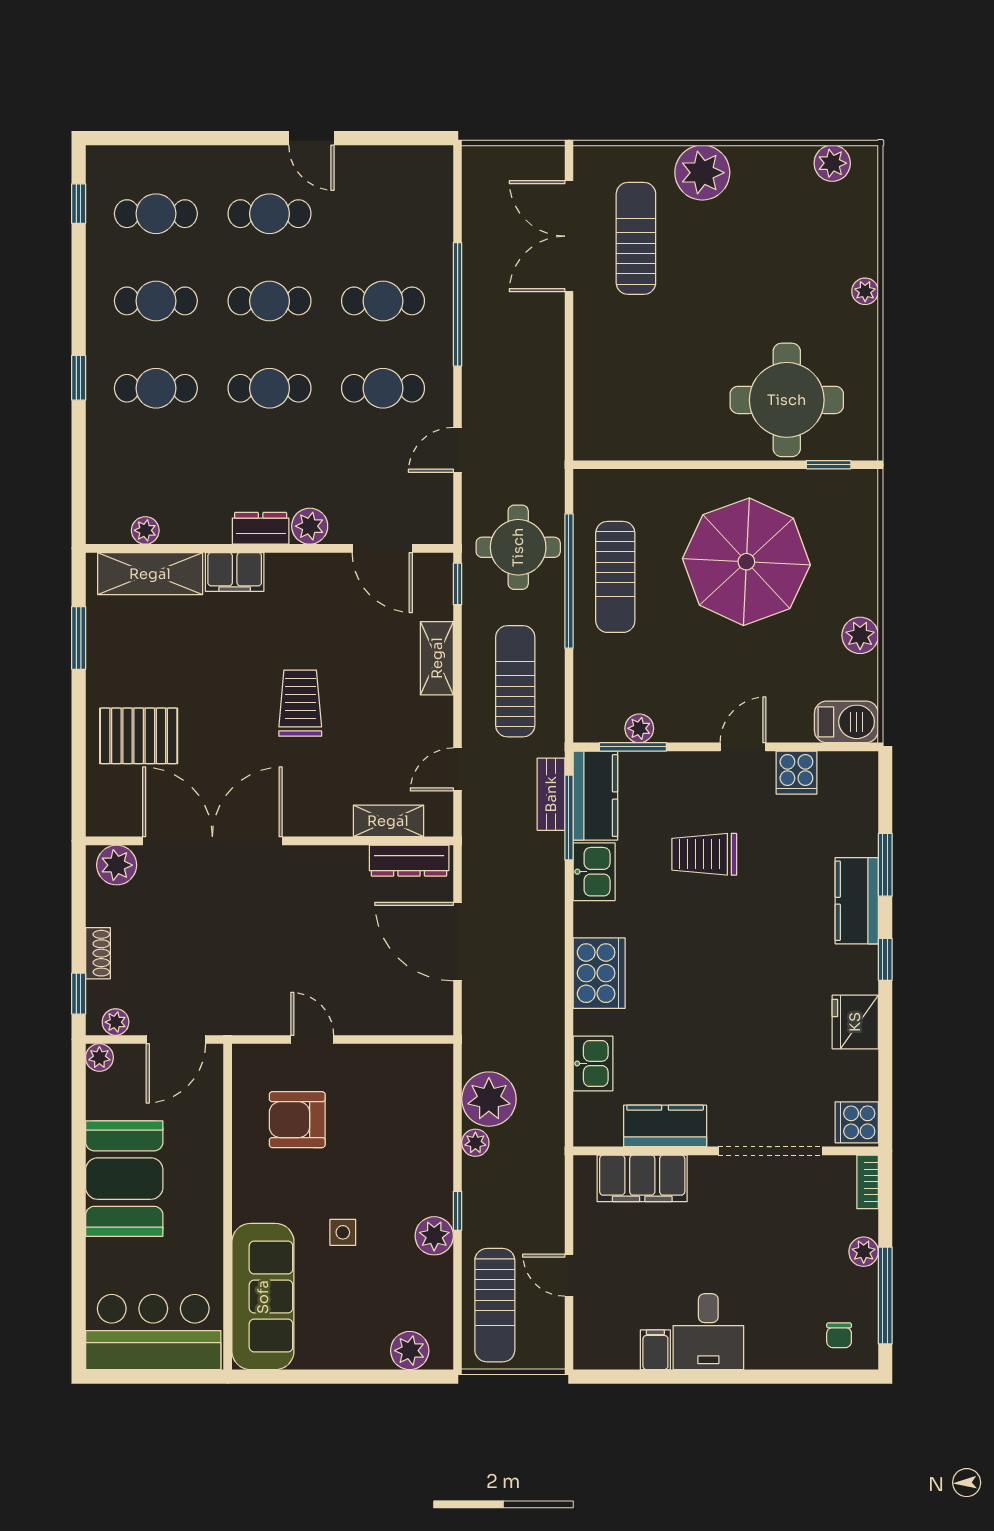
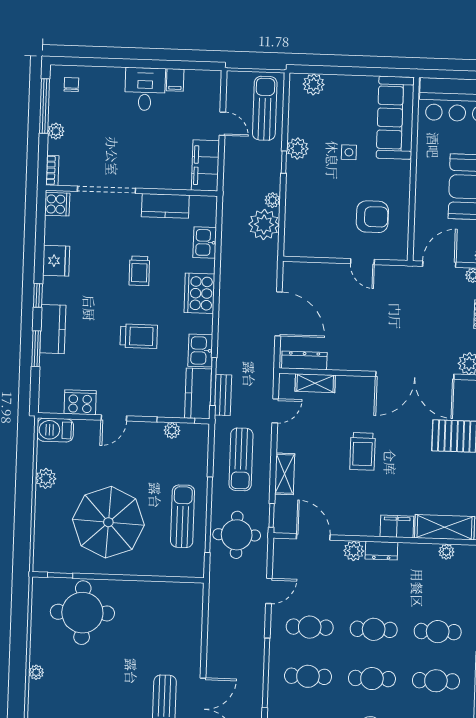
cooker: (796, 773) -> (80, 402), width x1.36
trolley: (704, 854) -> (139, 336), moved
trolley: (707, 1009) -> (139, 271), added
filing cabinet: (642, 1178) -> (205, 165), moved, turned -90

